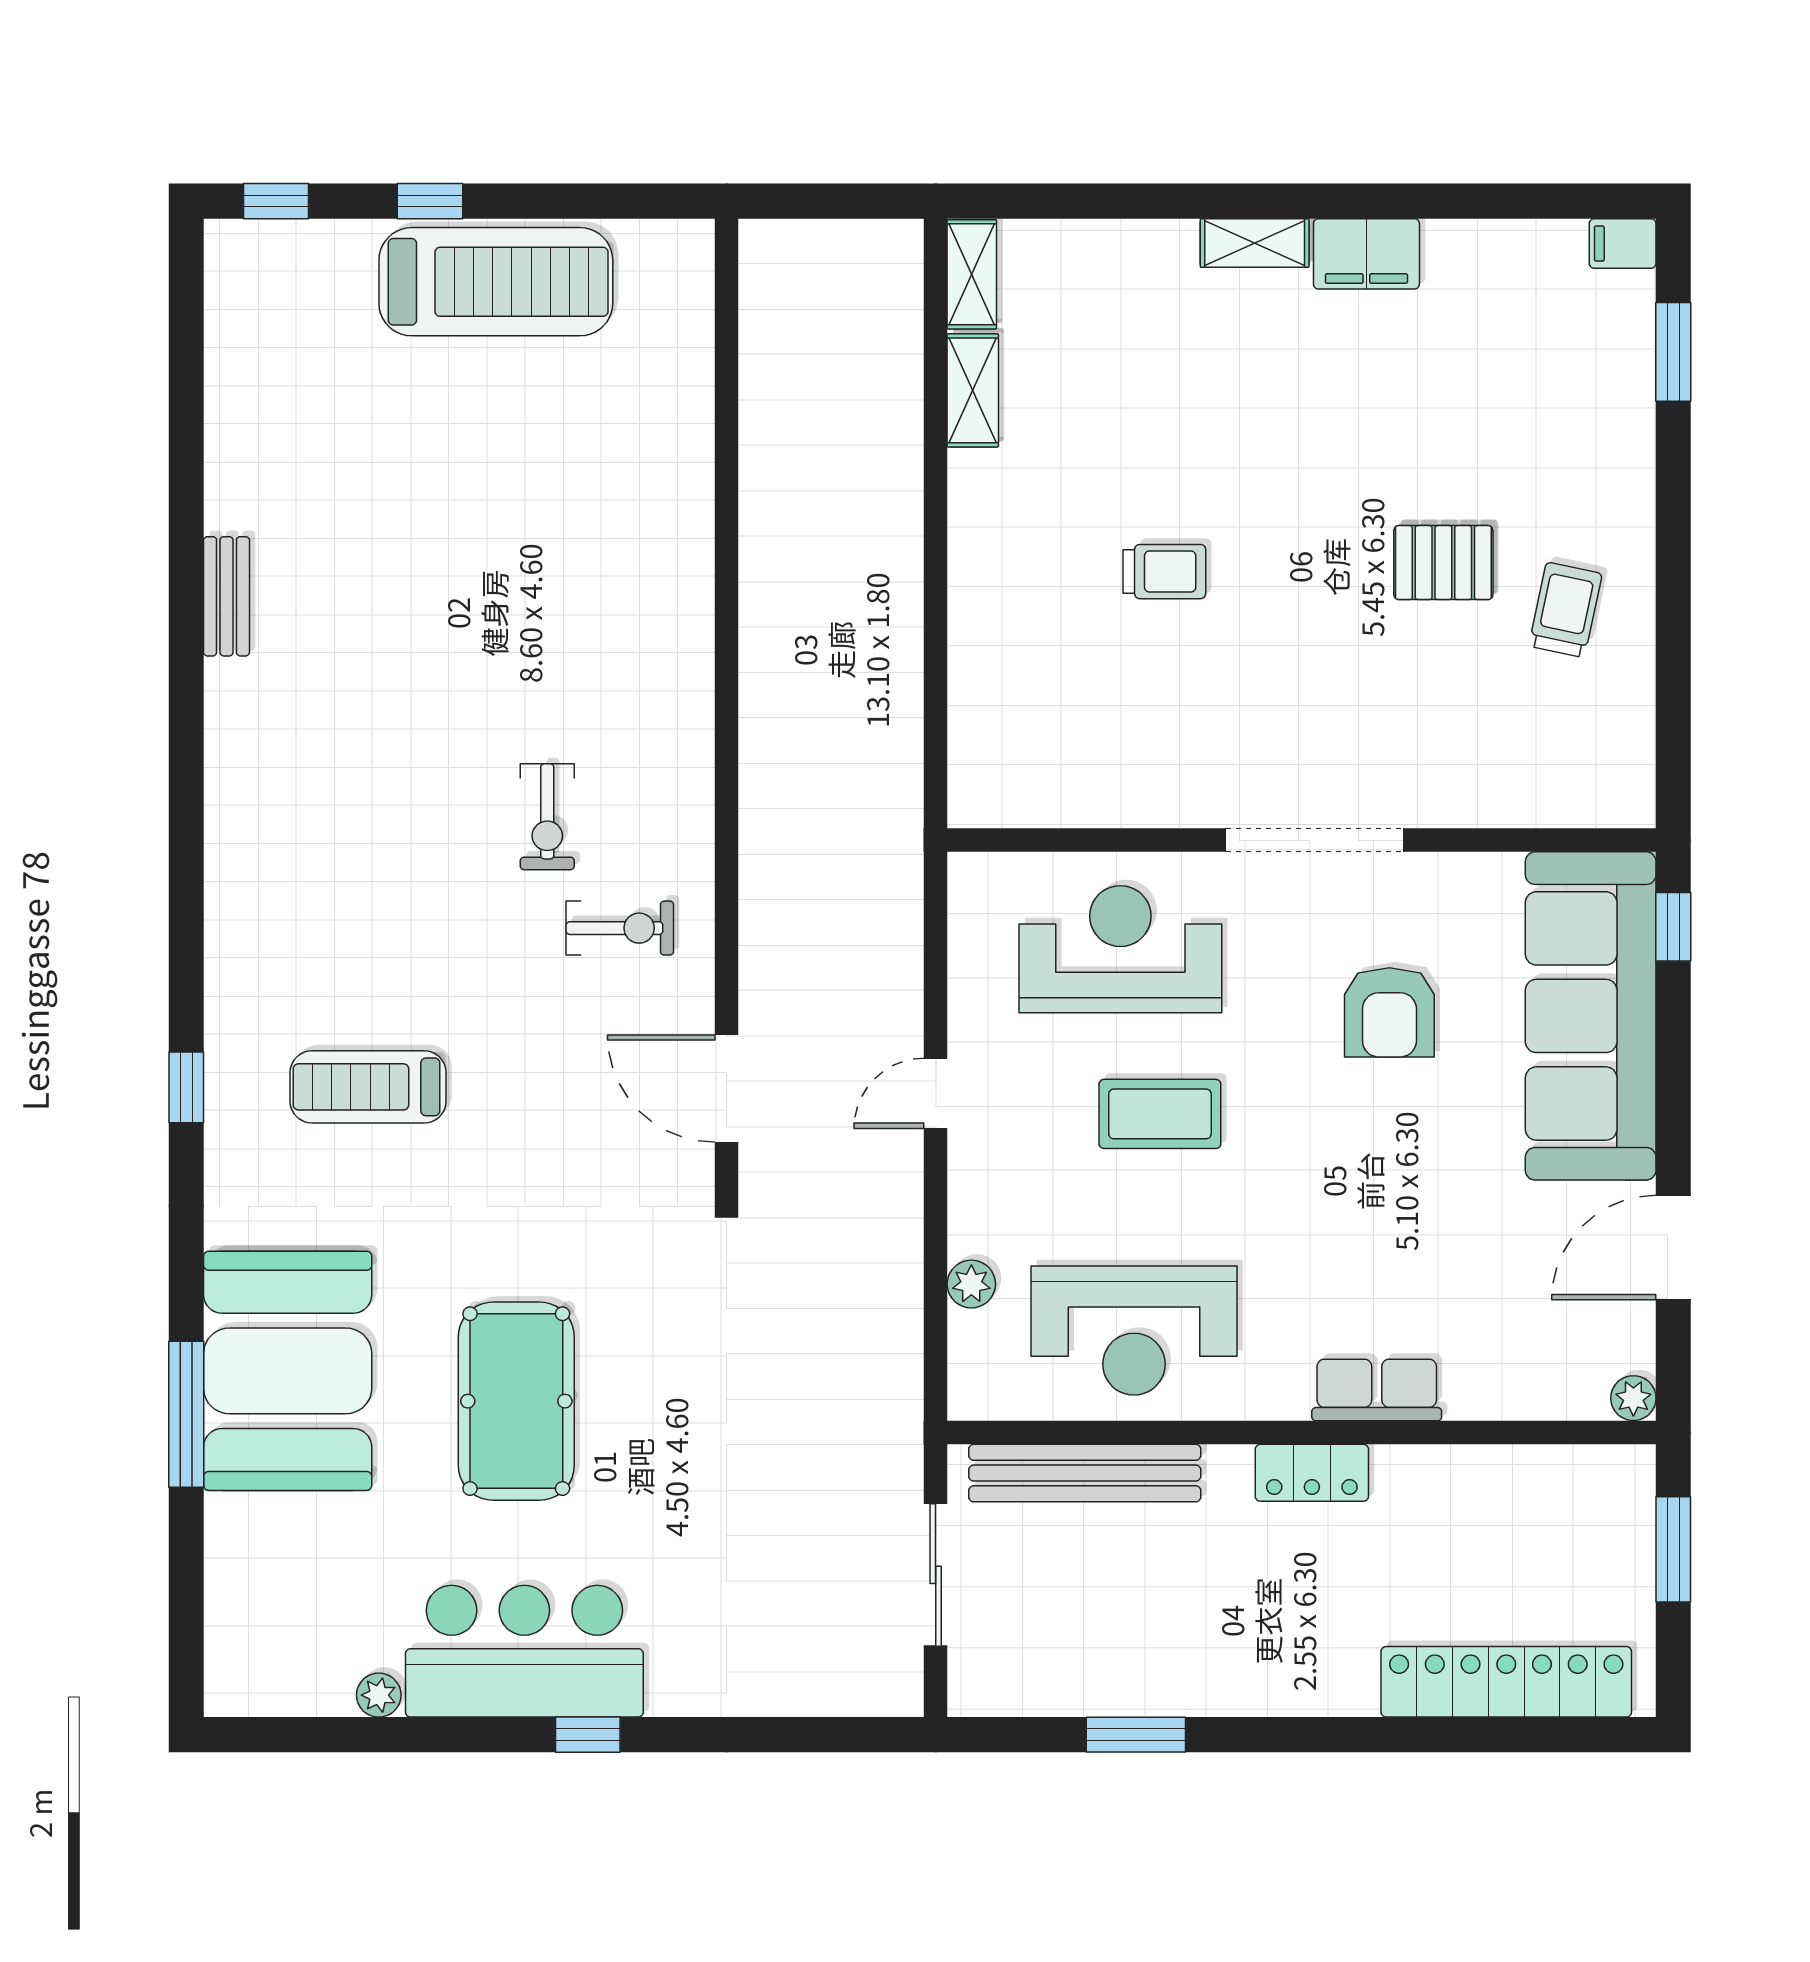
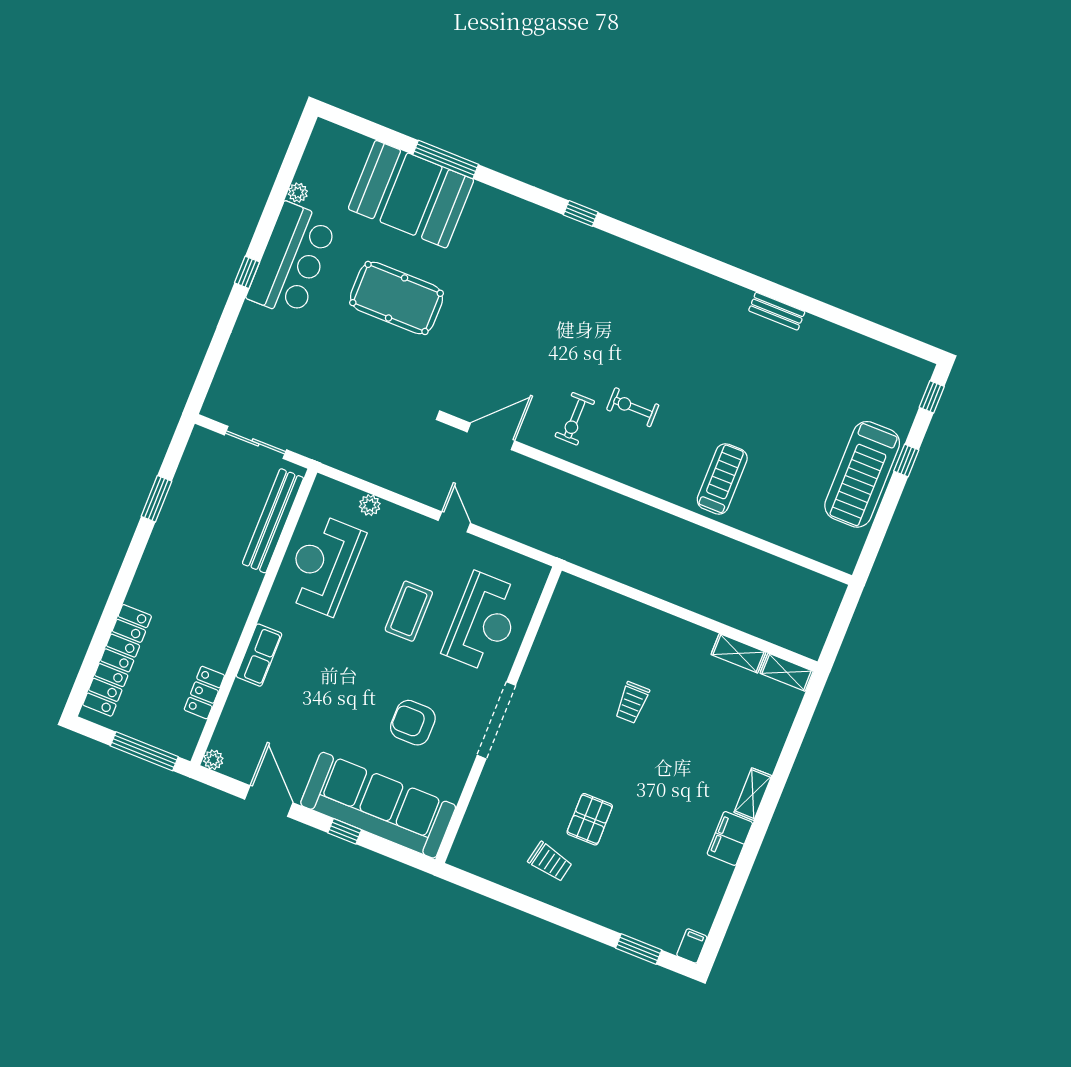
window: (1673, 927) -> (345, 831), moved
treadmill: (368, 1087) -> (722, 479), moved
booth: (288, 1371) -> (411, 194), moved
locker: (1312, 1473) -> (204, 693), moved
window: (1673, 1549) -> (144, 751), width x1.44

